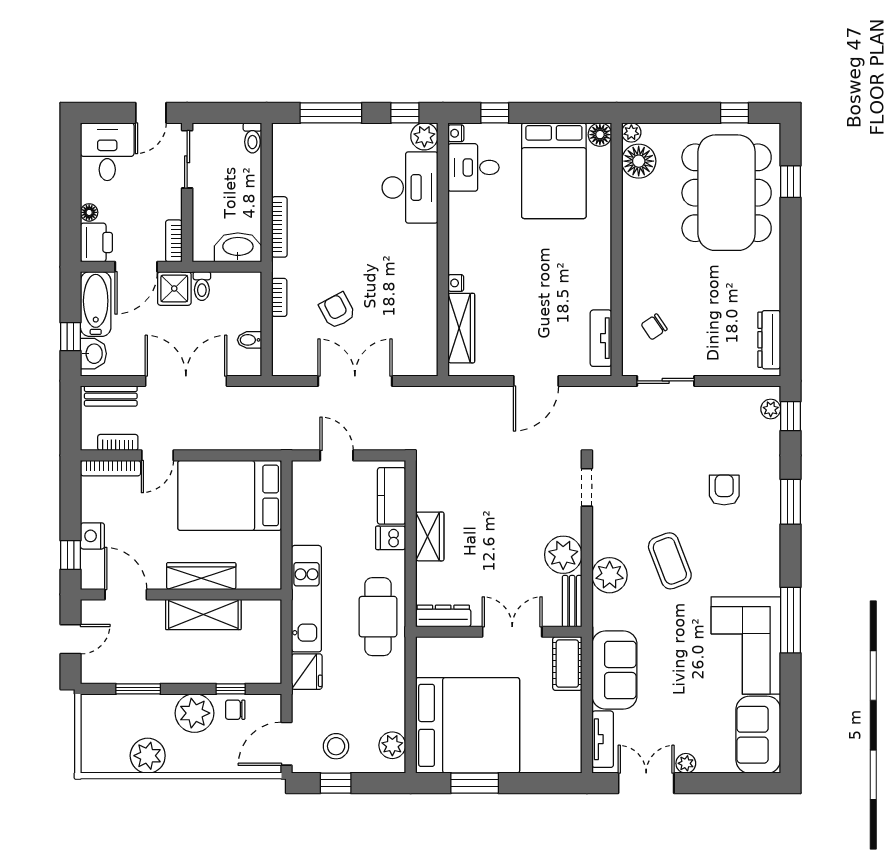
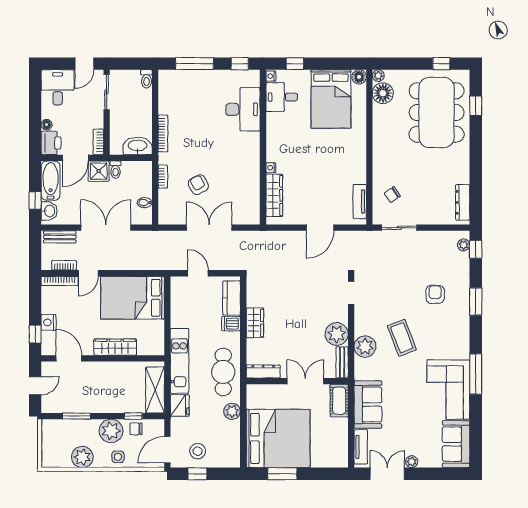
plant: (424, 136) -> (252, 78), removed
shelving: (203, 615) -> (155, 390), moved, turned 90
plant: (392, 745) -> (232, 411), moved
side table: (206, 755) -> (118, 457), added

